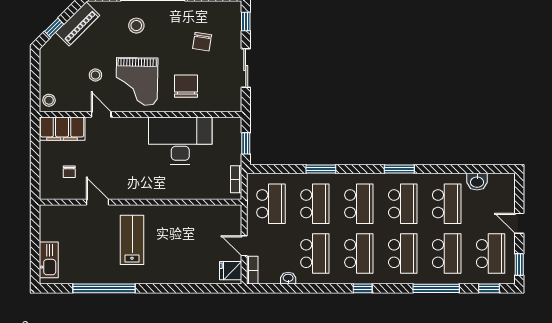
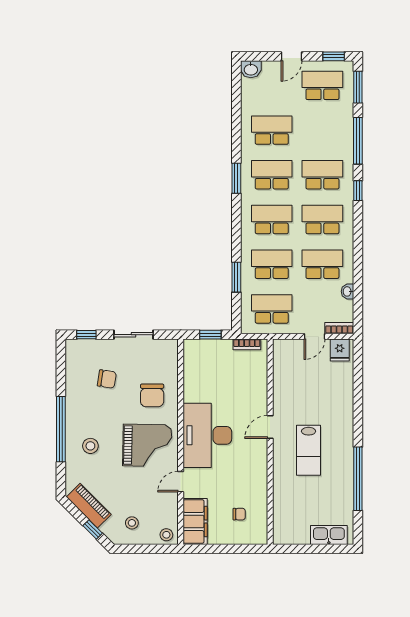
stool: (95, 75) -> (132, 523), moved
chair: (186, 86) -> (152, 395), turned -90
desk: (180, 140) -> (207, 435), moved
window: (321, 169) -> (236, 277), moved
washbasin: (477, 182) -> (251, 69), moved, turned 90
door: (97, 202) -> (270, 427), moved
lab bench: (132, 240) -> (309, 450), turned -90
school desk: (447, 254) -> (322, 130), removed
window: (363, 288) -> (358, 191), moved
window: (489, 288) -> (358, 87), width x1.50

